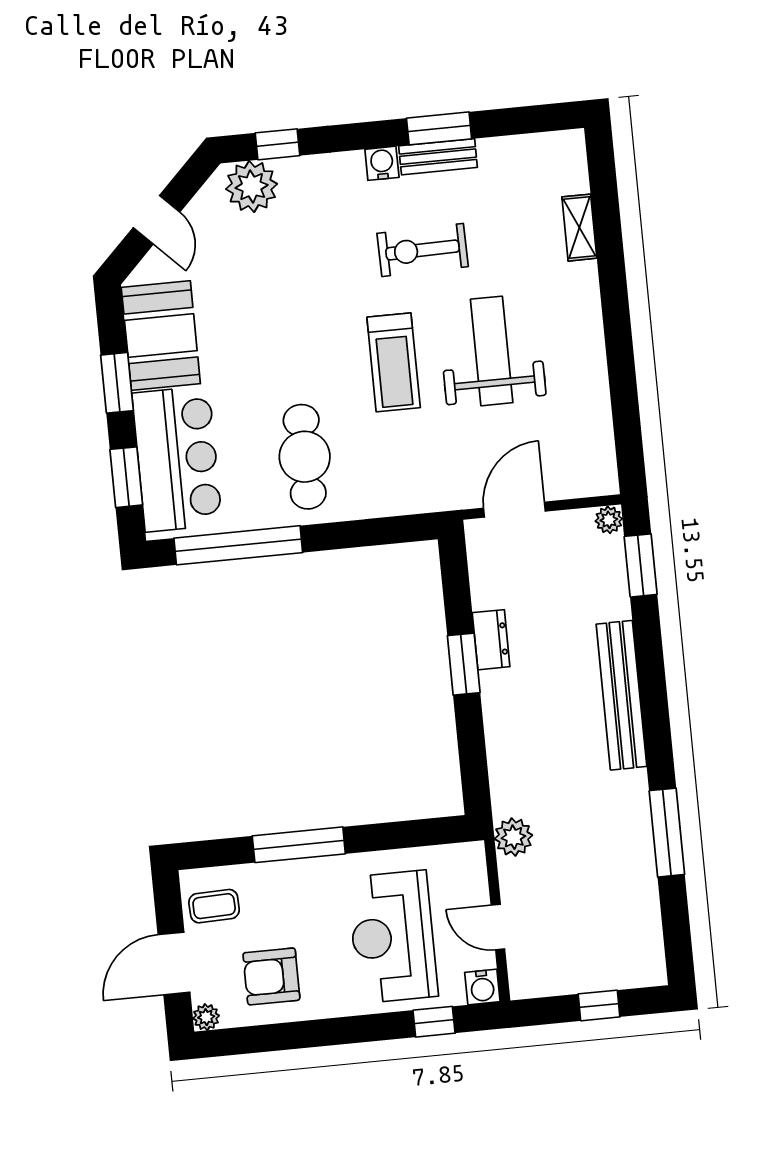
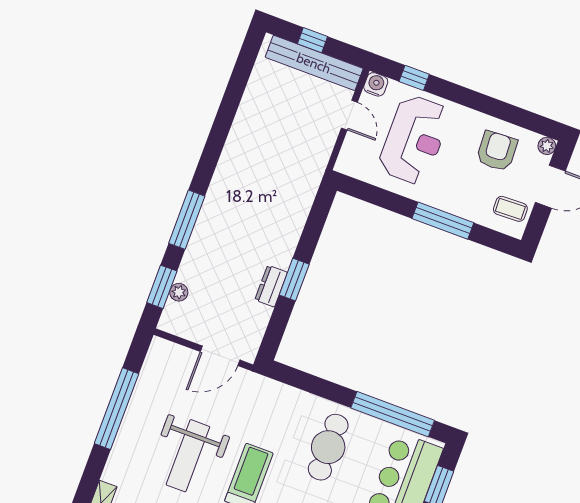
window: (621, 368) -> (117, 409), added
plant: (609, 520) -> (179, 292), moved
bench: (621, 695) -> (314, 63), moved, turned 90
window: (667, 833) -> (187, 220), moved
plant: (513, 837) -> (315, 164), removed
armchair: (271, 976) -> (497, 151), turned -93

